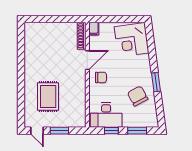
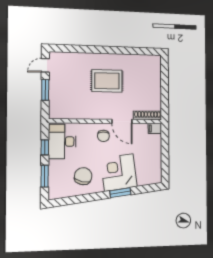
corner desk: (131, 40) -> (119, 172), moved
window: (156, 82) -> (120, 193), moved
chair: (138, 96) -> (83, 176), turned -48
rug: (48, 97) -> (107, 81), moved

